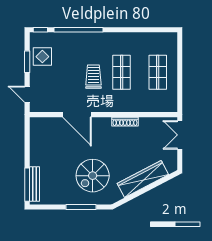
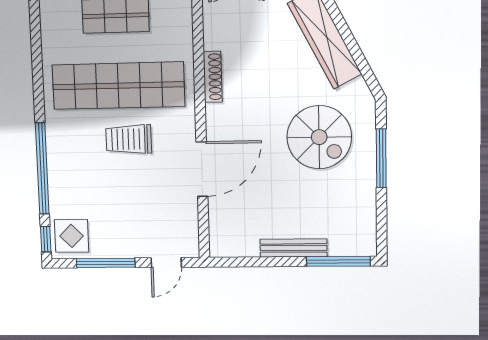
display table: (42, 57) -> (72, 236), moved
window: (27, 62) -> (106, 263), width x1.44
shop shelf: (122, 72) -> (118, 86), width x2.00, depth x1.36
bench: (35, 184) -> (293, 248), moved

